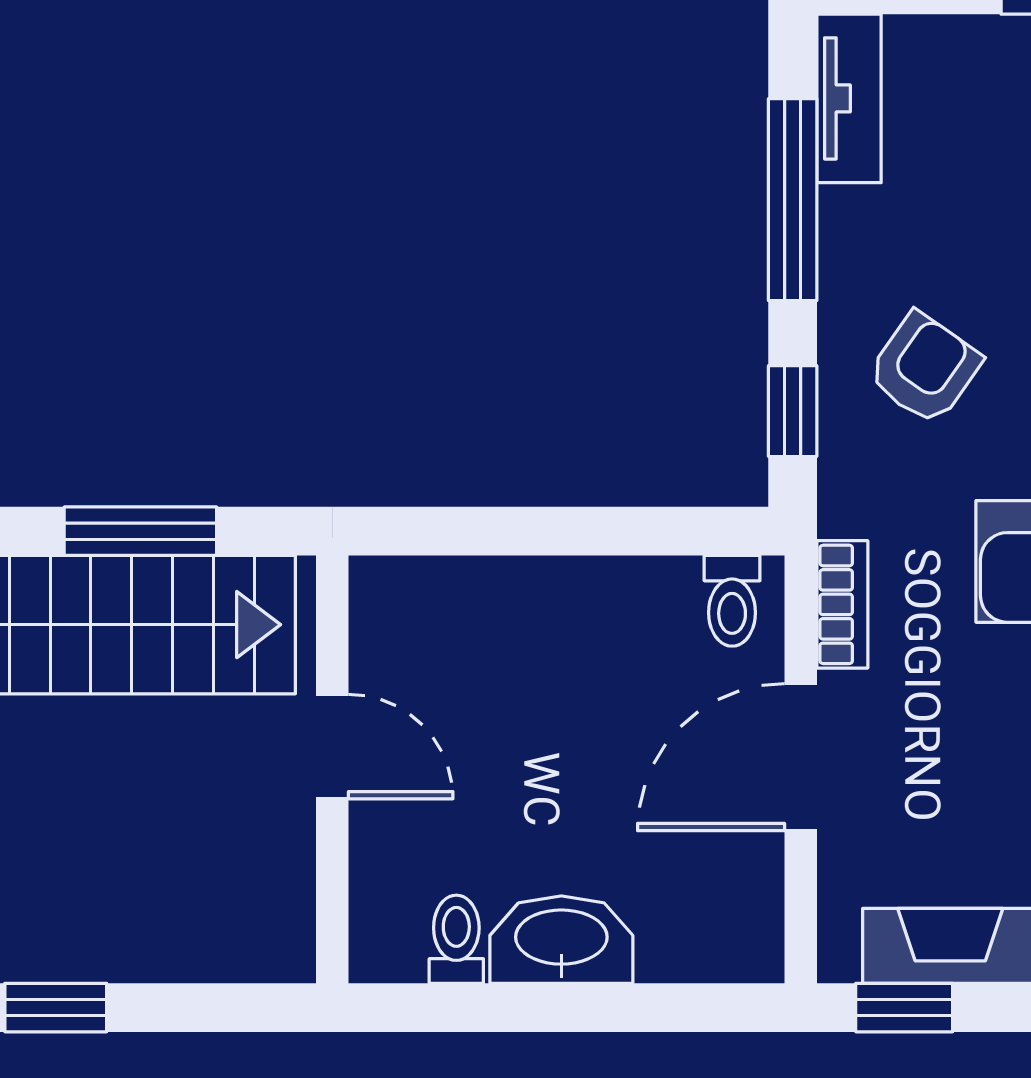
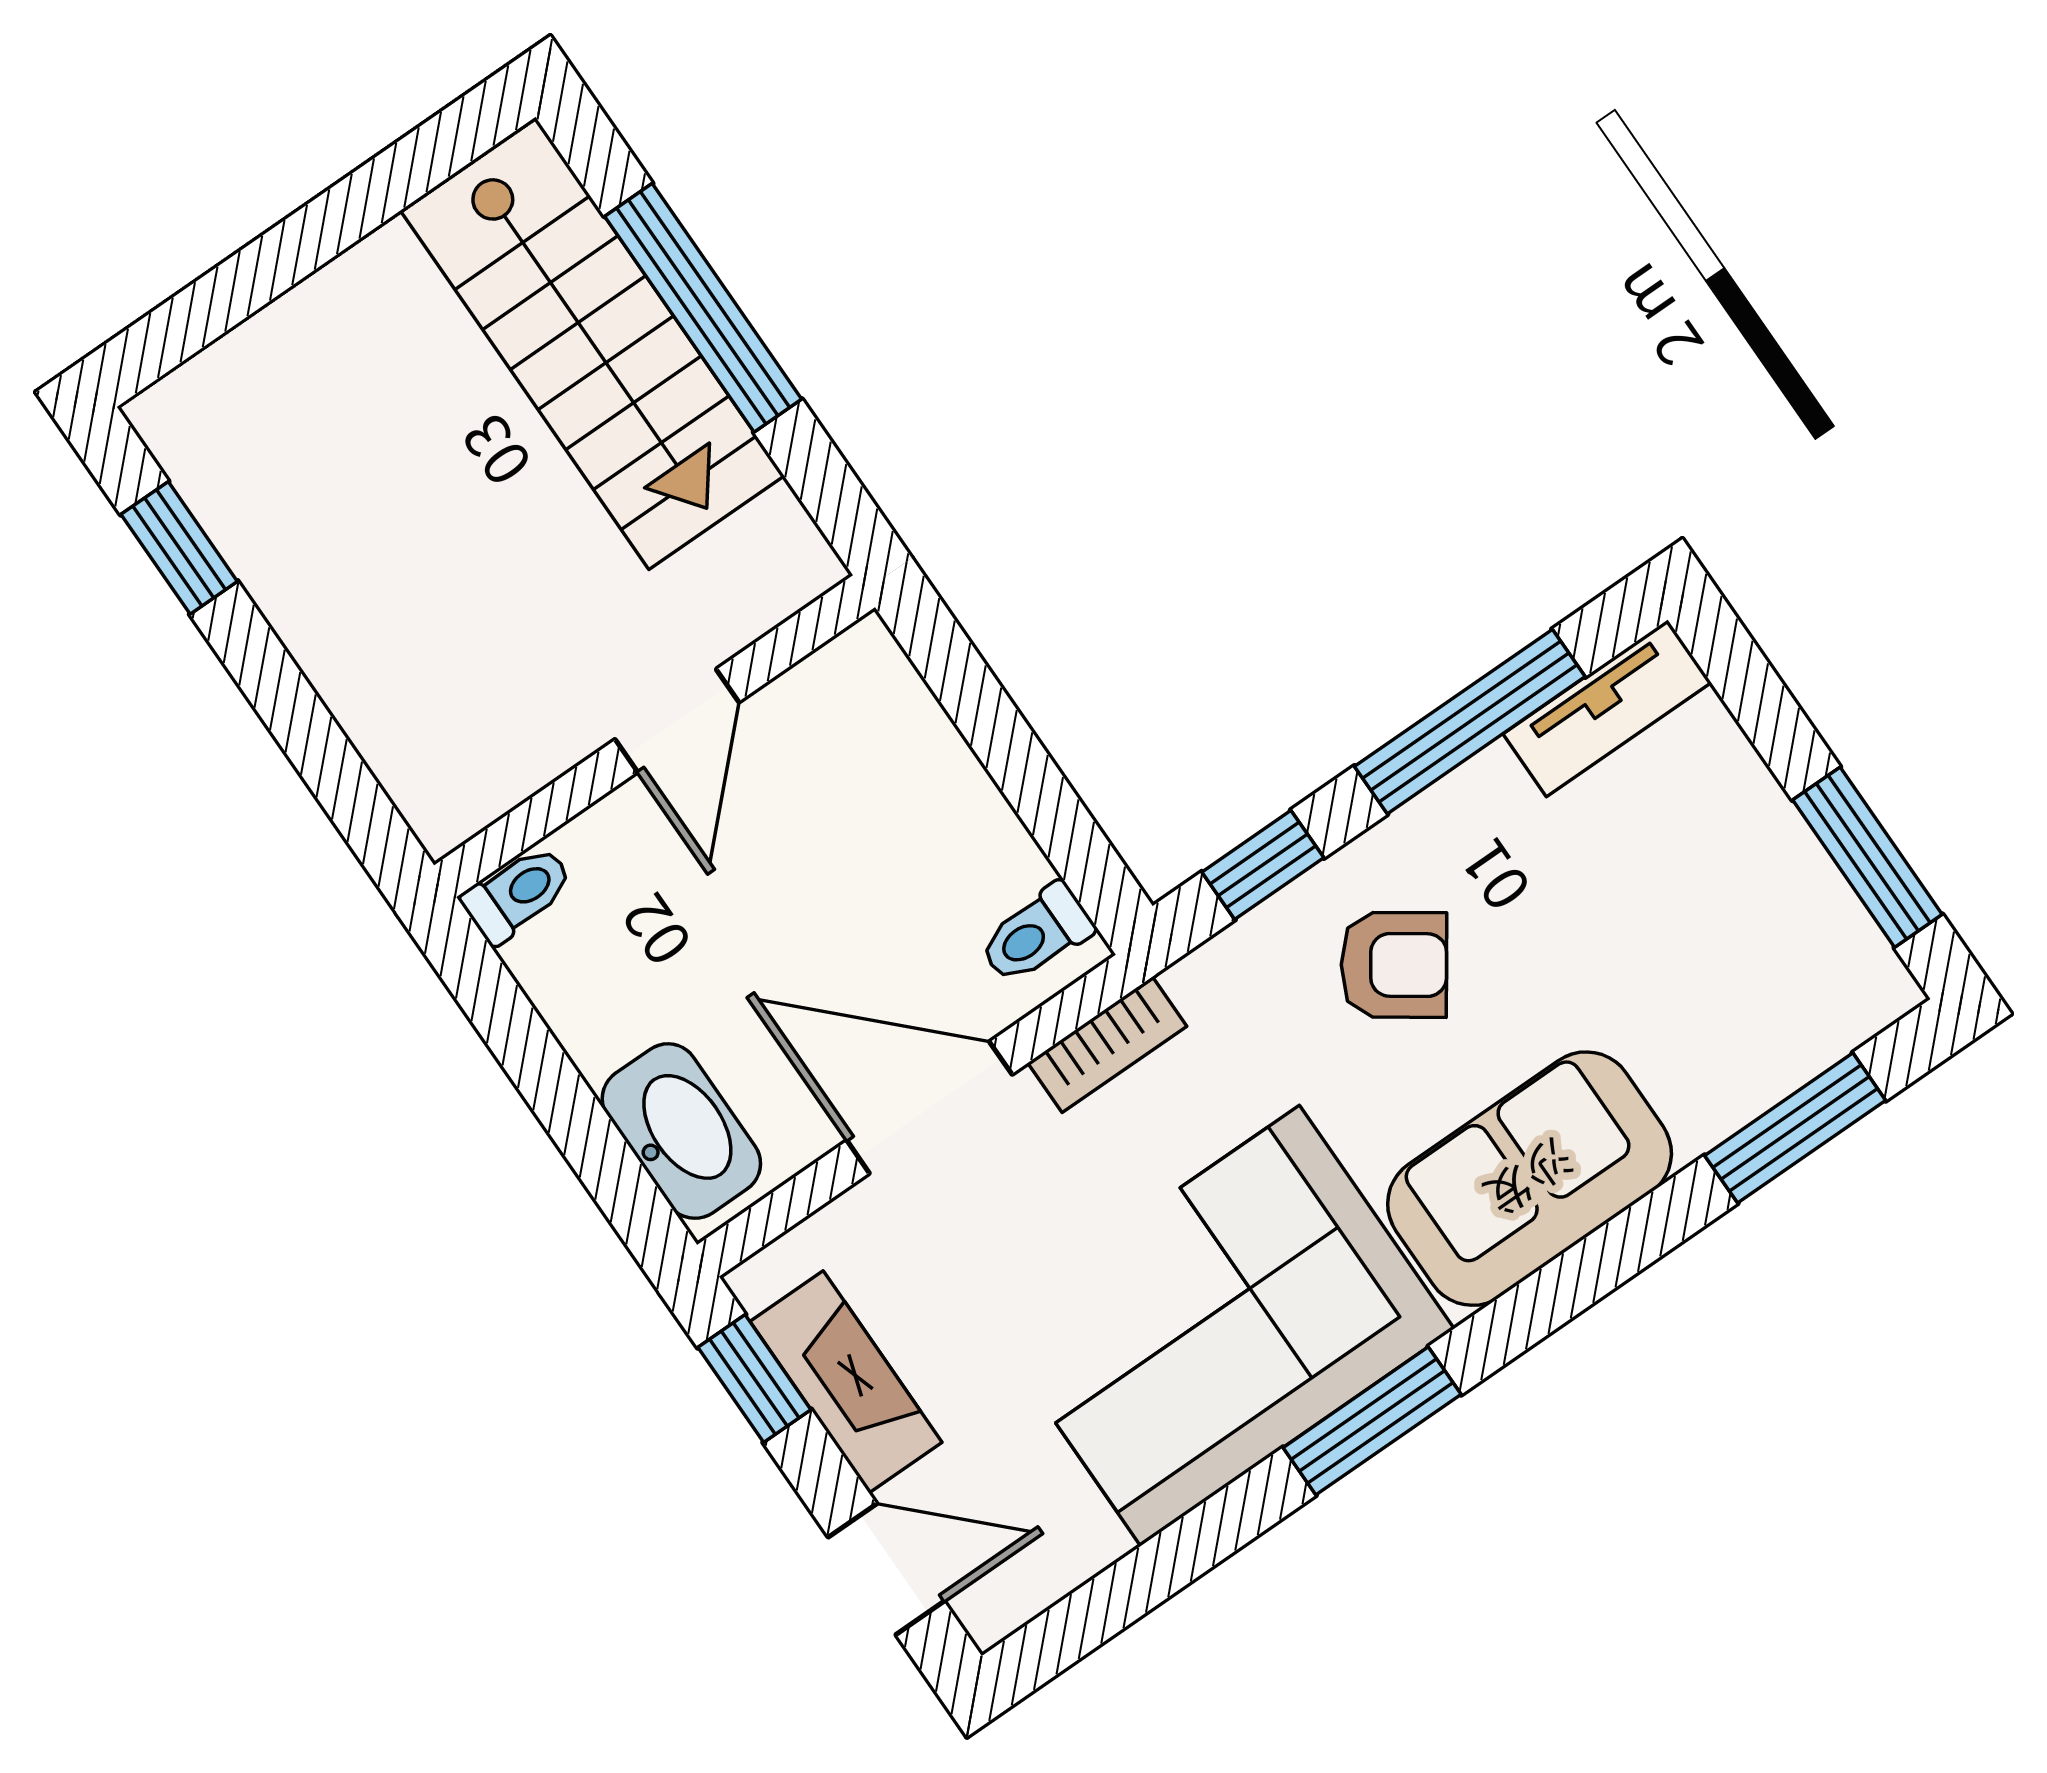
window: (140, 531) -> (703, 308), width x1.44
door: (332, 747) -> (677, 721), moved
wall: (332, 769) -> (655, 736), moved
washbasin: (561, 940) -> (681, 1131), moved

